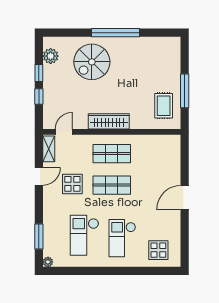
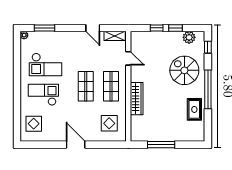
window: (63, 33) -> (208, 47), added
rug: (164, 106) -> (194, 109), moved, turned 90
wardrobe: (109, 121) -> (137, 99), moved
door: (64, 132) -> (128, 58), moved
display table: (72, 184) -> (109, 123), moved
checkout: (84, 235) -> (46, 64), turned 180

